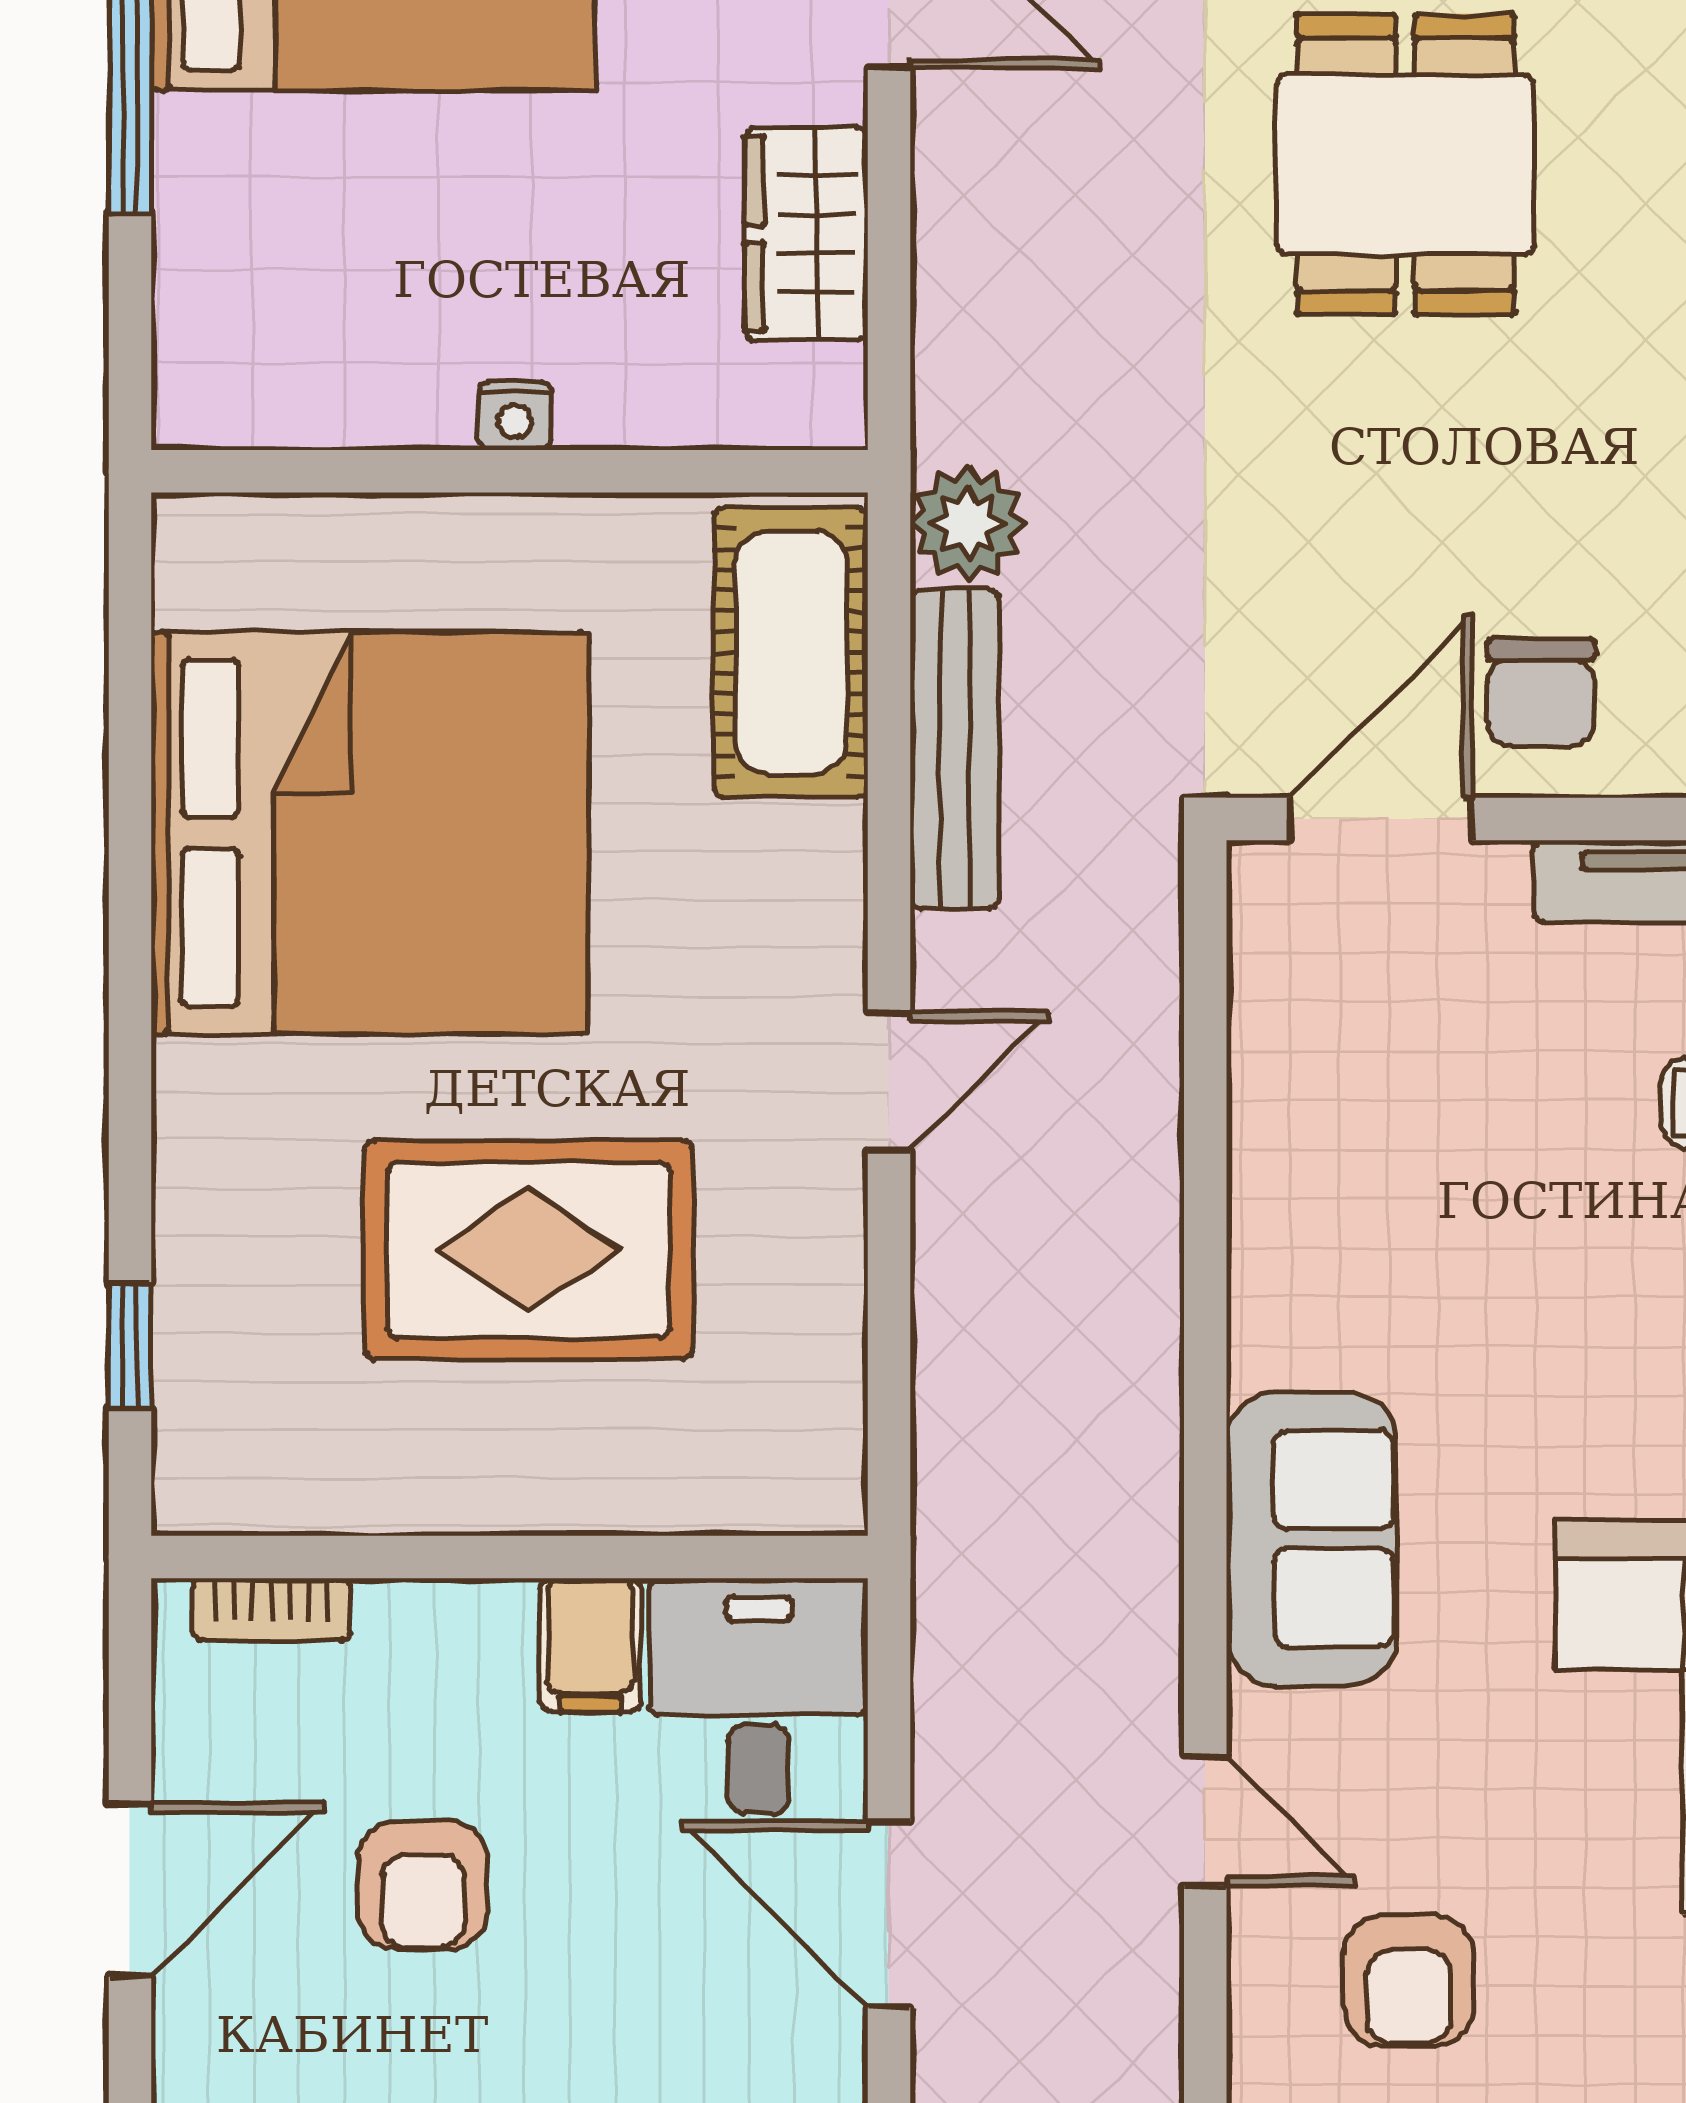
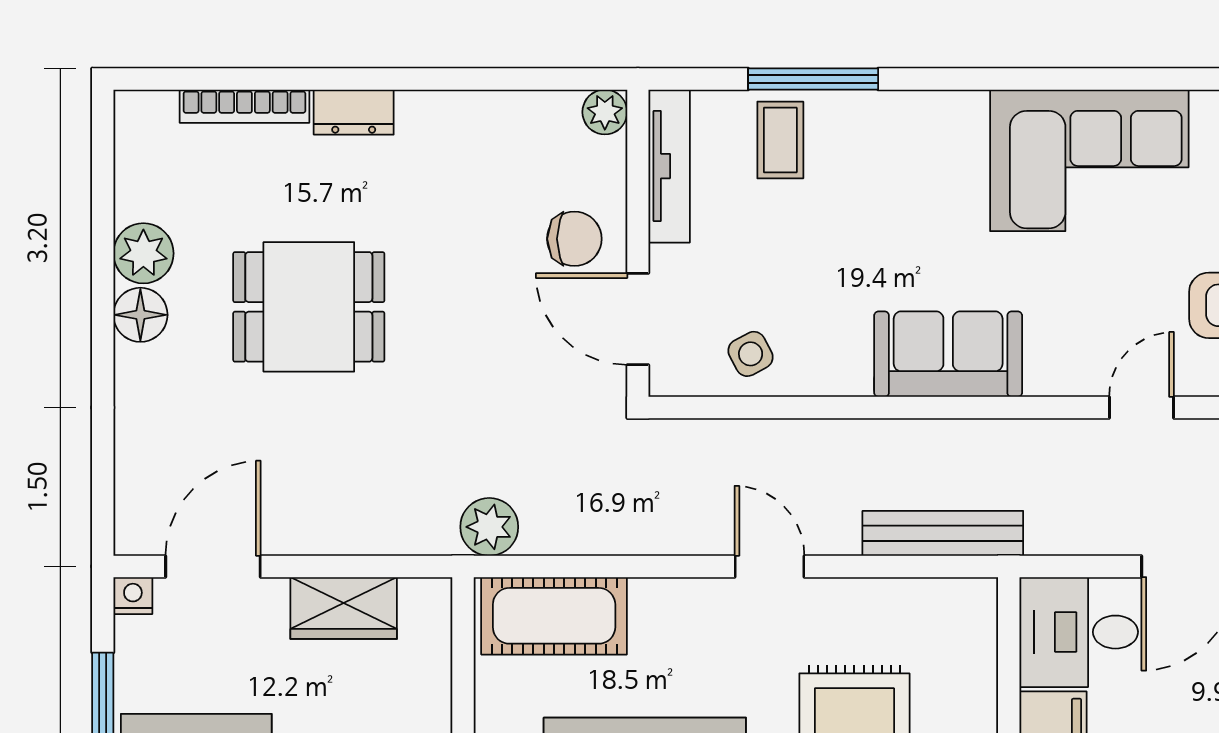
bench: (955, 749) -> (943, 533), moved
side table: (1312, 1043) -> (751, 354), added
sofa: (1311, 1539) -> (948, 354), moved

